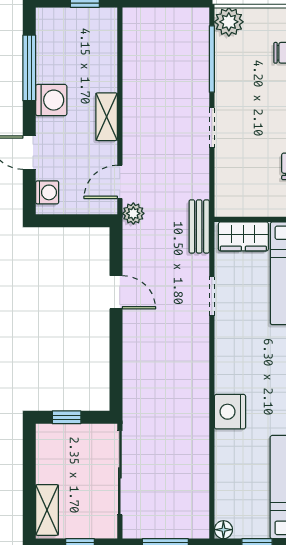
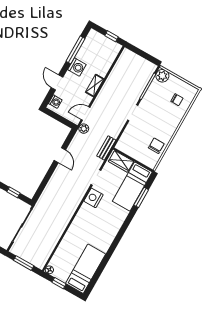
nightstand: (230, 412) -> (94, 198), moved

